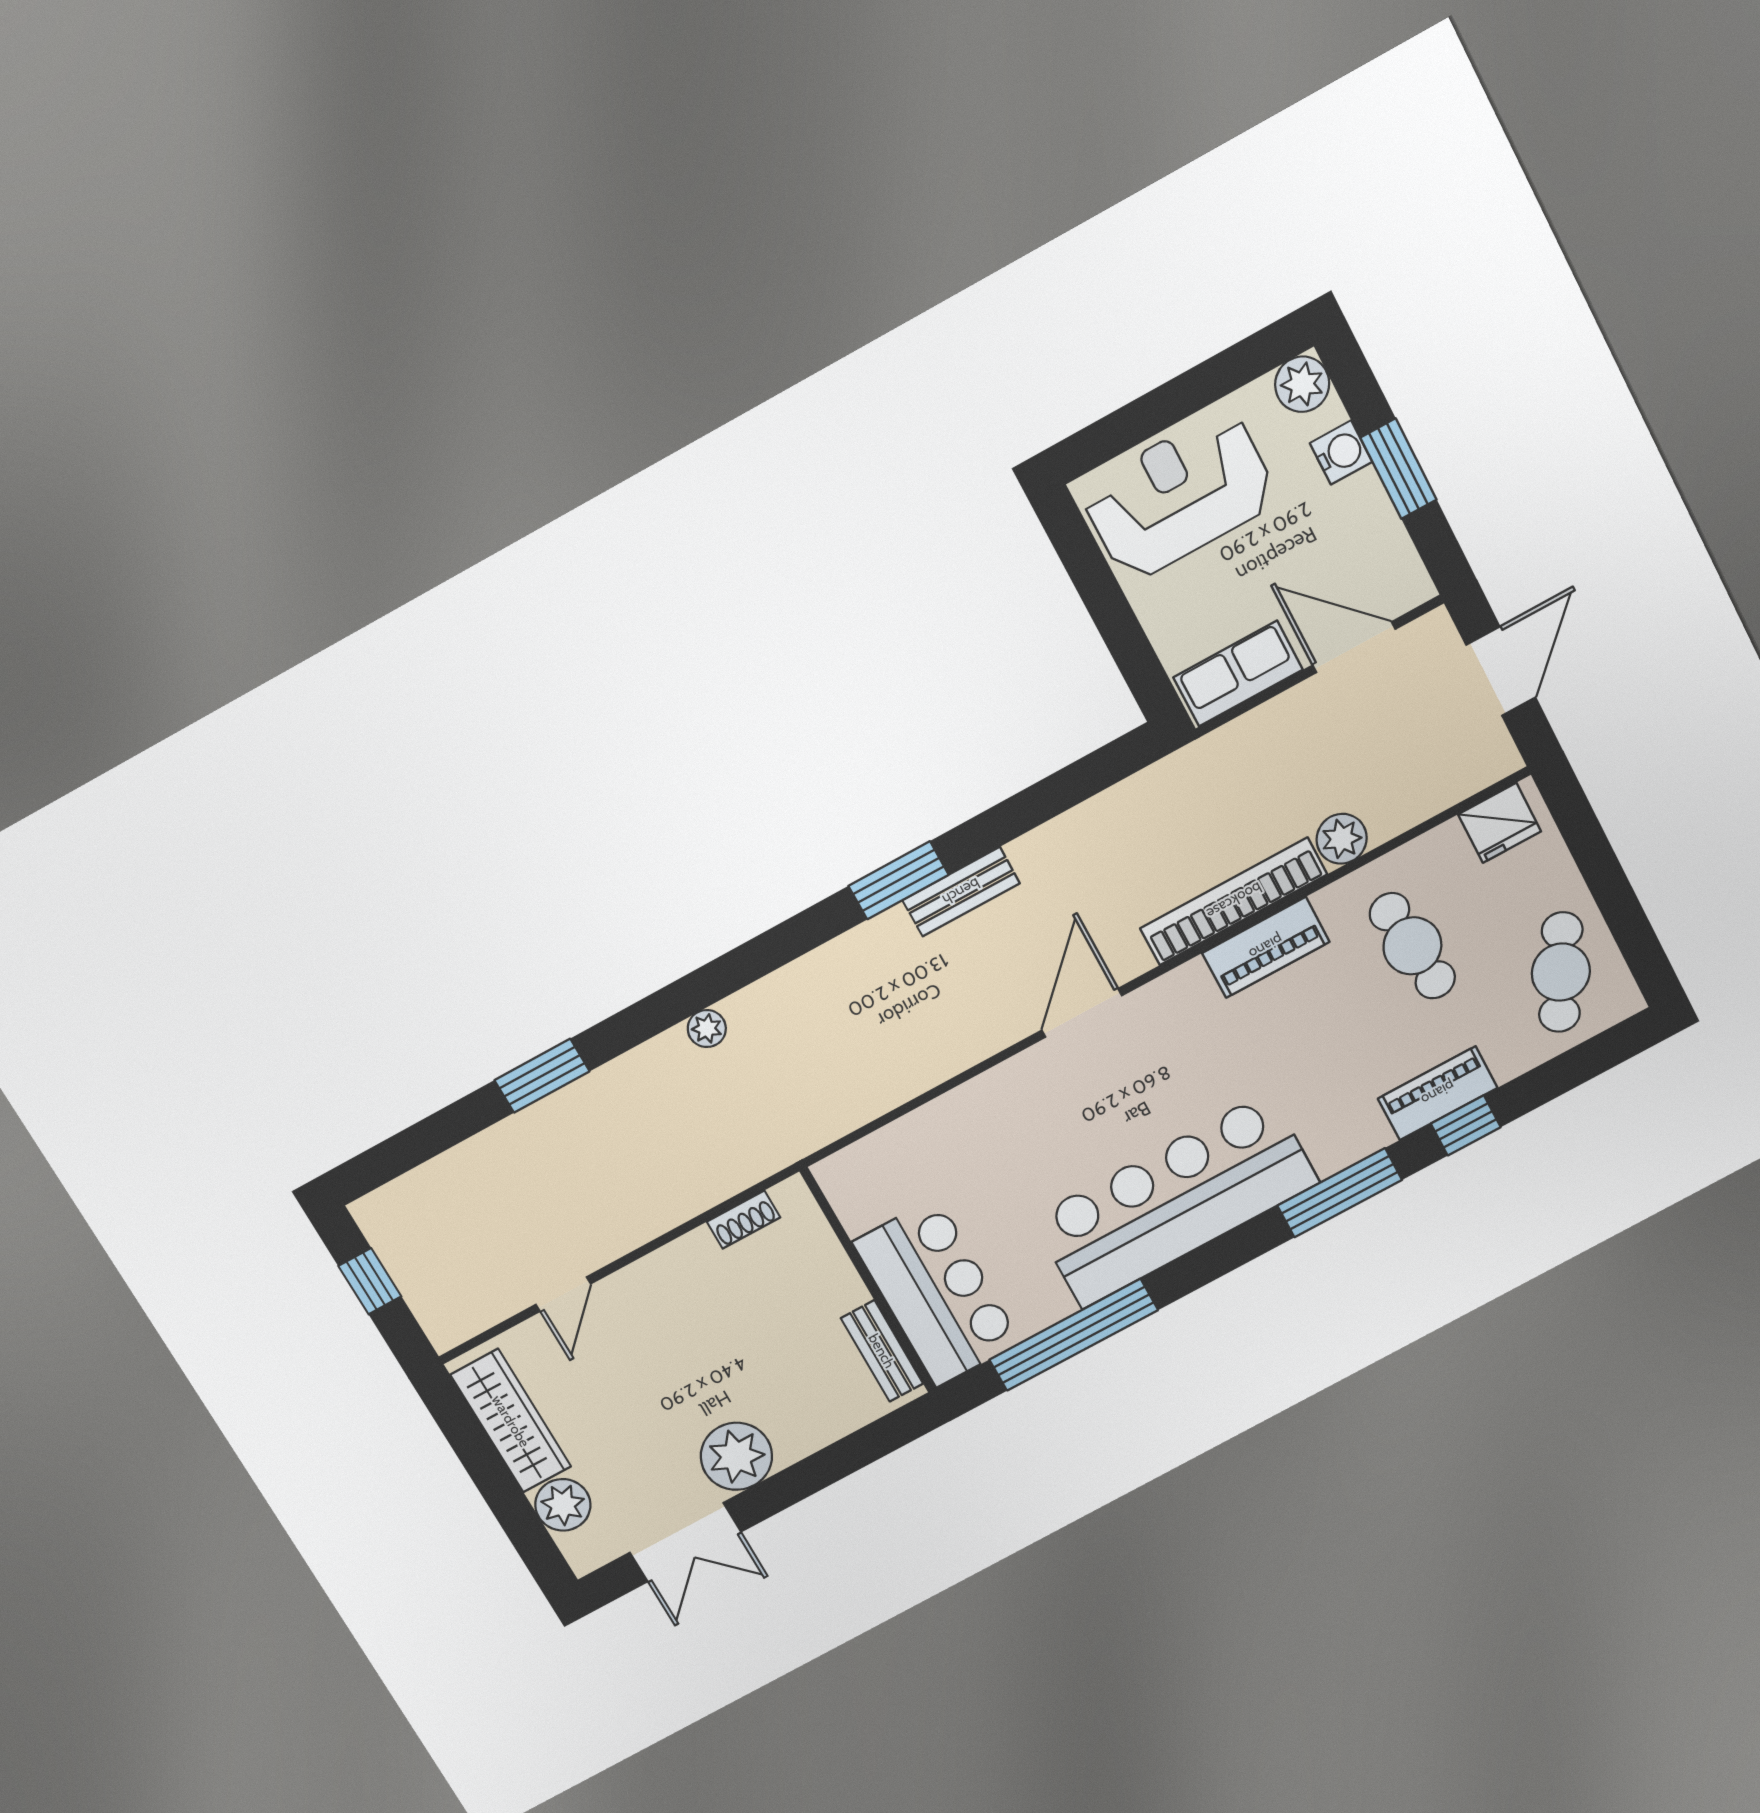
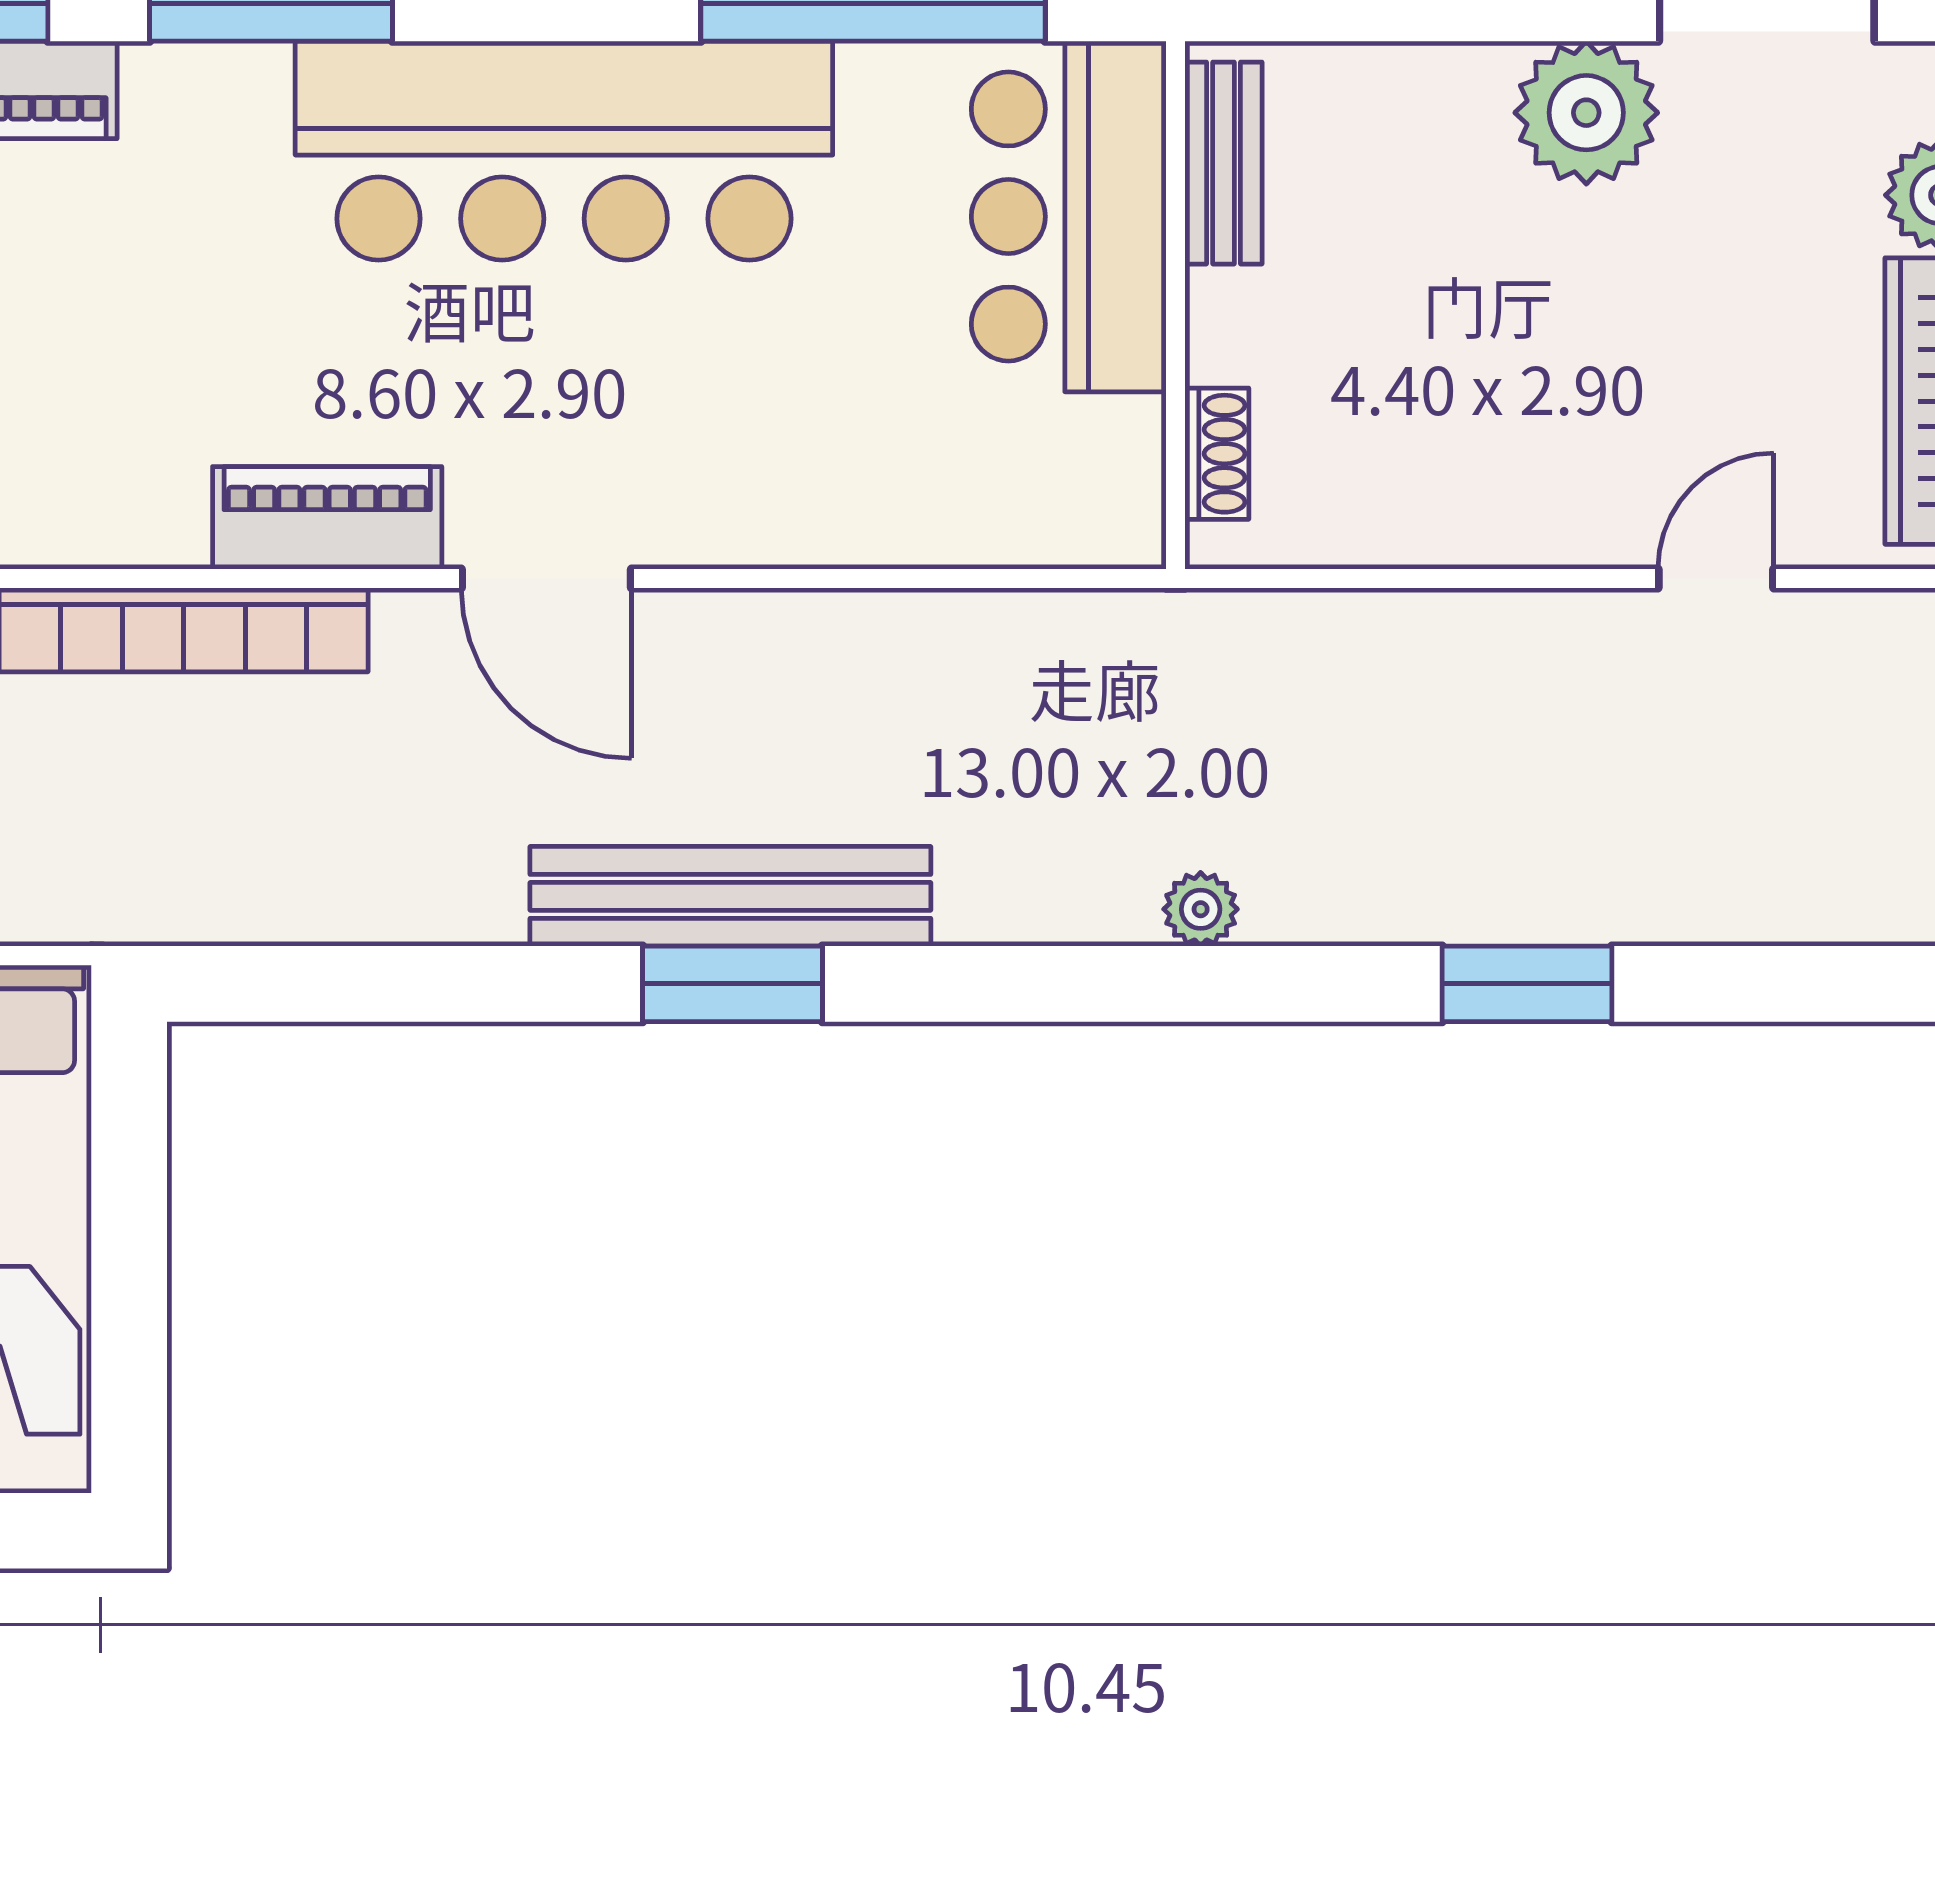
bench: (961, 892) -> (730, 896), width x1.86, depth x1.21
piano: (1266, 947) -> (327, 518), moved
door: (1082, 1013) -> (546, 579), hinge flipped
shoe rack: (743, 1219) -> (1217, 454), moved, turned 90

